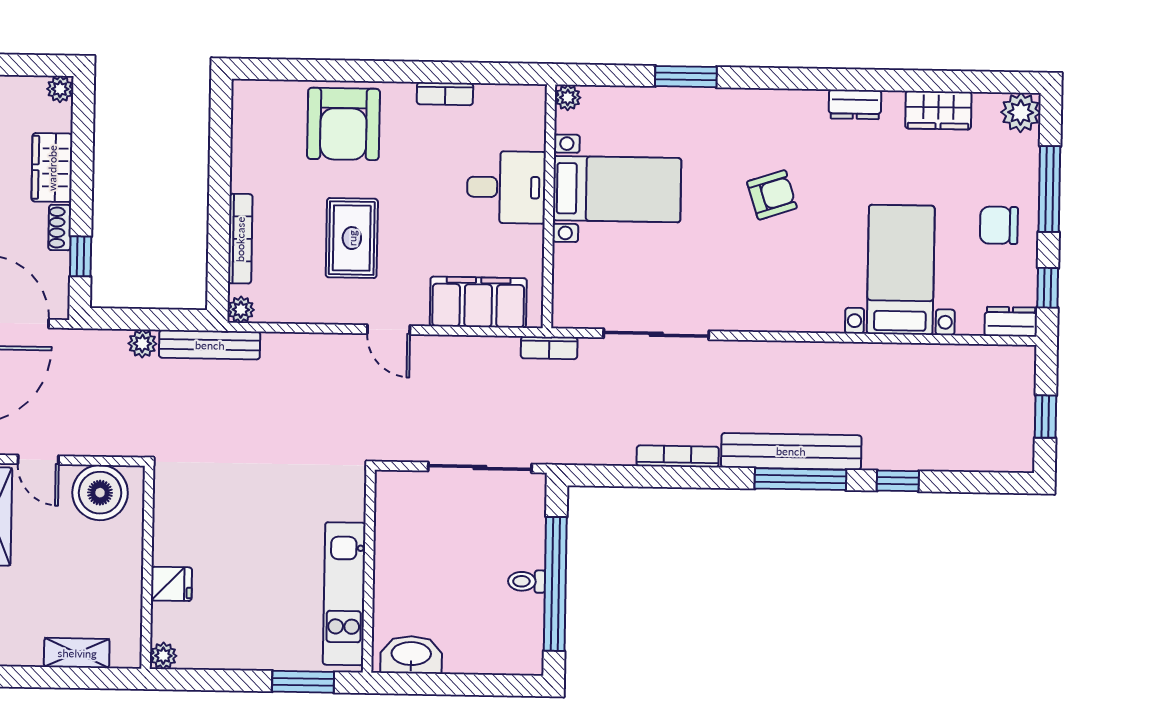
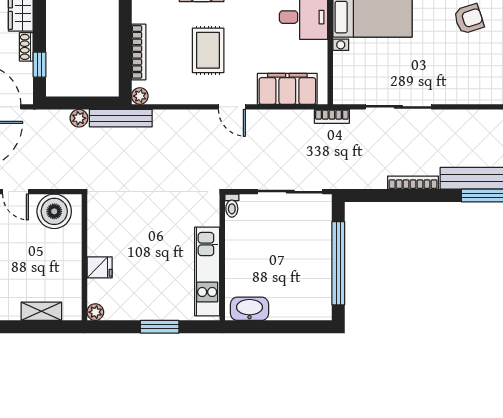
toilet: (527, 581) -> (232, 206), moved, turned -90
window: (303, 682) -> (160, 327), moved

